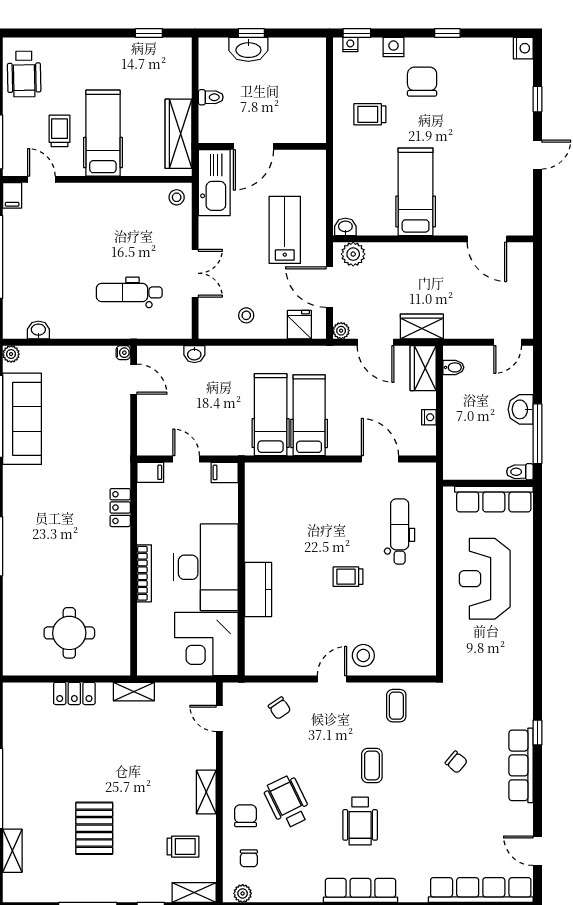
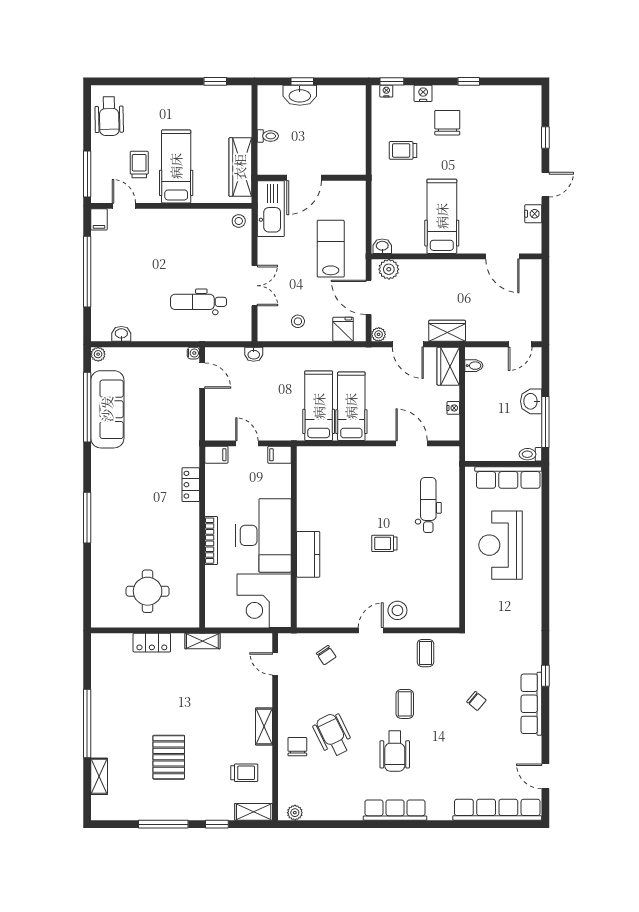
nightstand: (523, 48) -> (533, 214), moved
chair: (249, 858) -> (300, 783), removed

